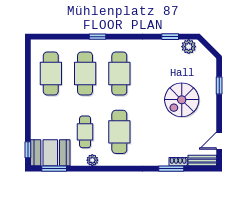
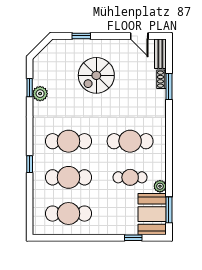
plant: (189, 47) -> (40, 94), moved
spiral stairs: (182, 100) -> (96, 75), turned 90
window: (28, 150) -> (133, 238), moved
plant: (92, 160) -> (160, 186), moved

